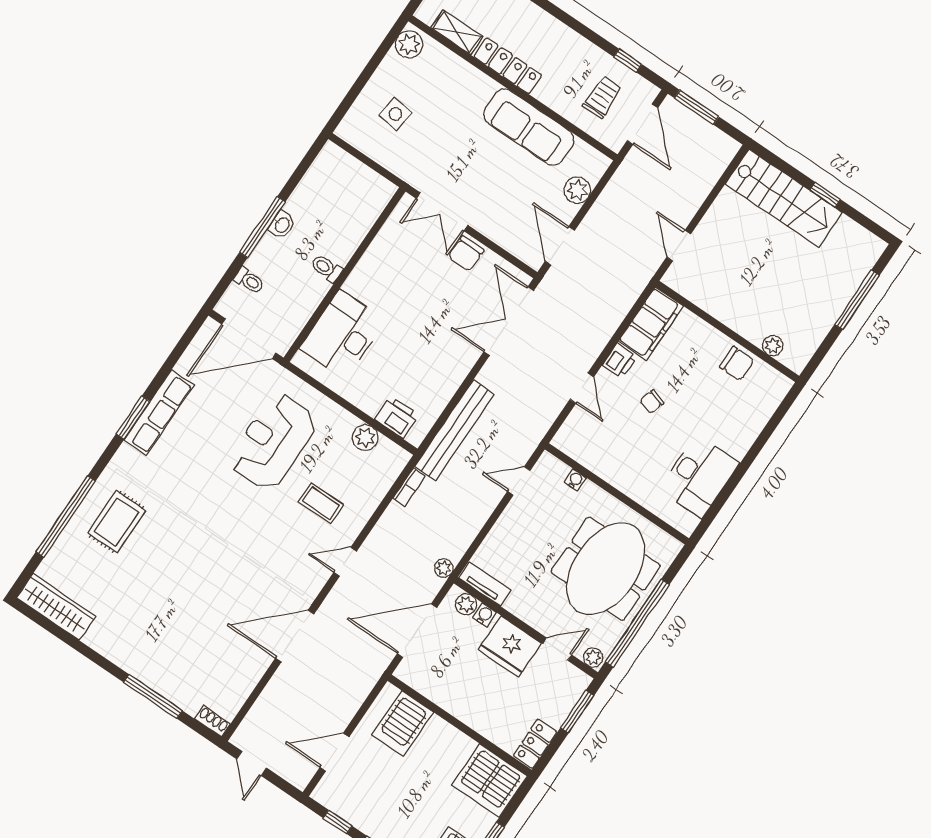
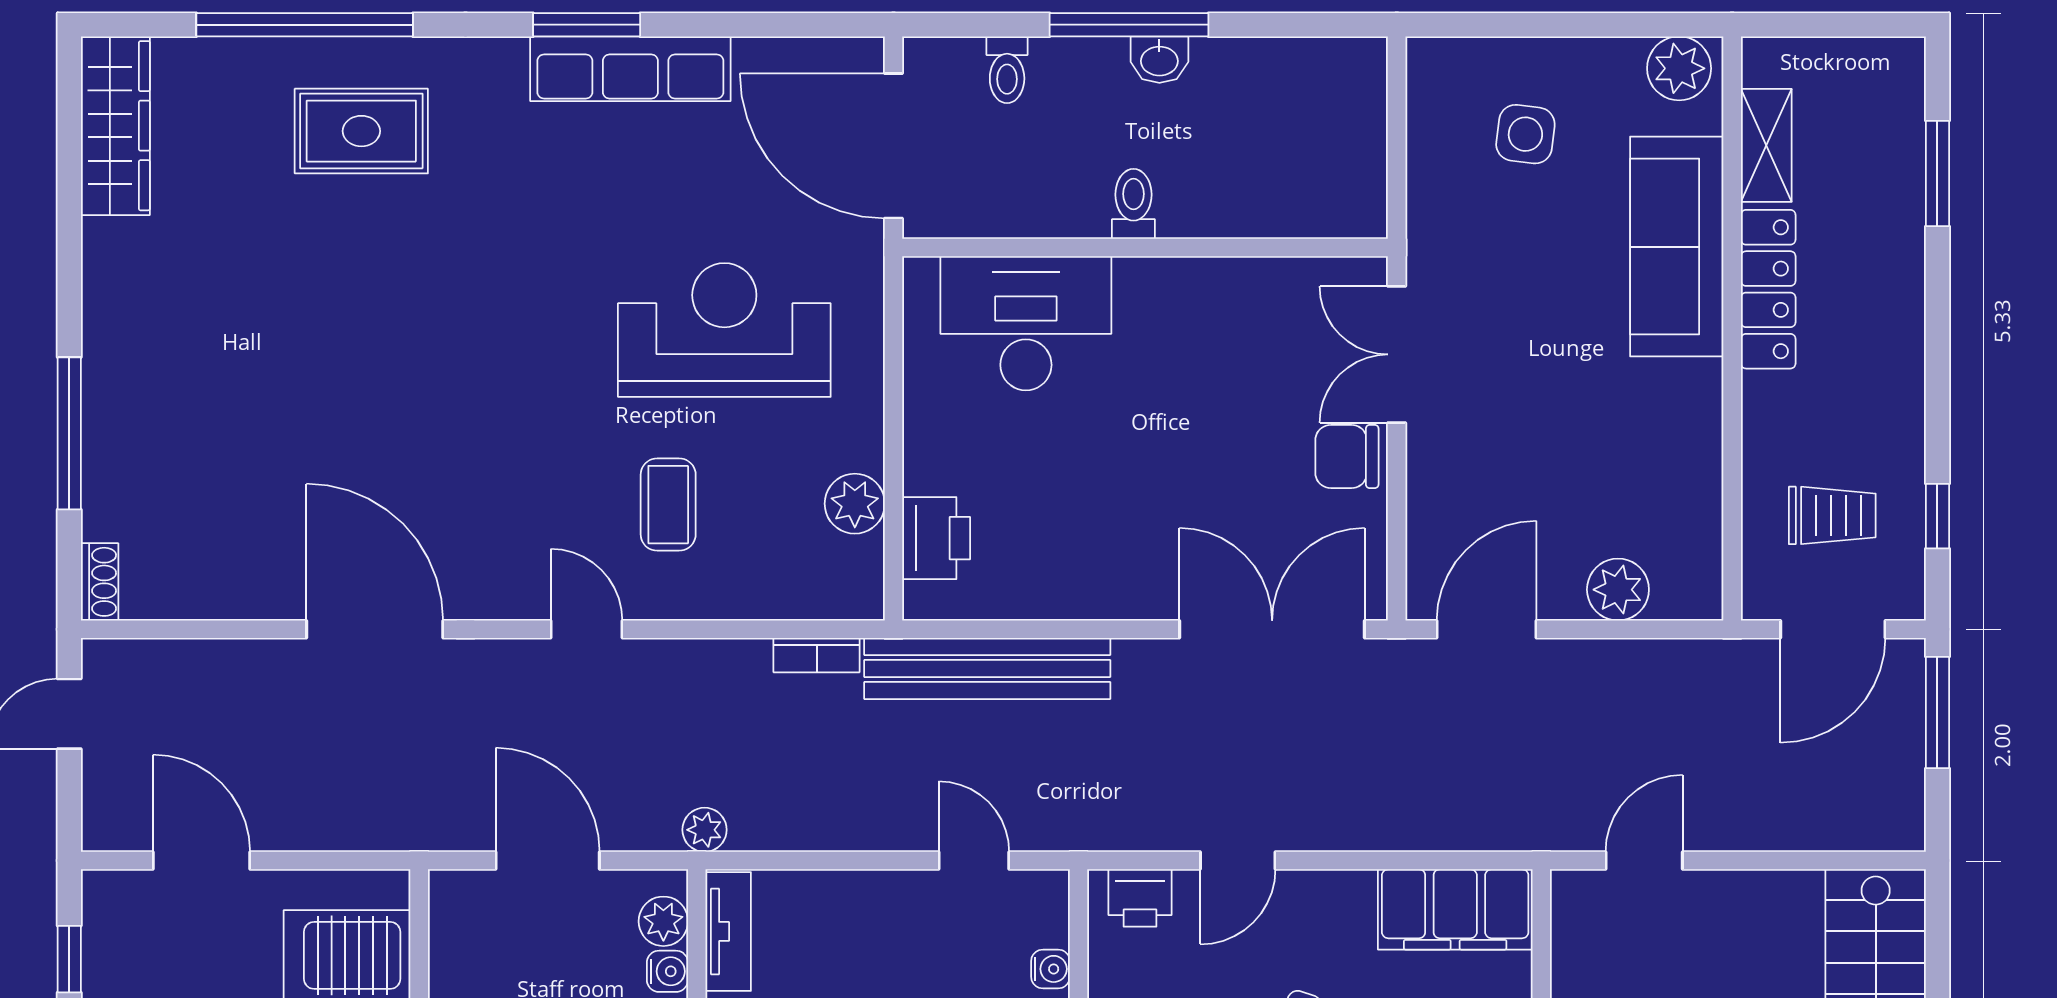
sofa: (529, 127) -> (1677, 247), moved
printer: (620, 361) -> (1140, 898), moved
door: (417, 631) -> (548, 861), width x0.73

